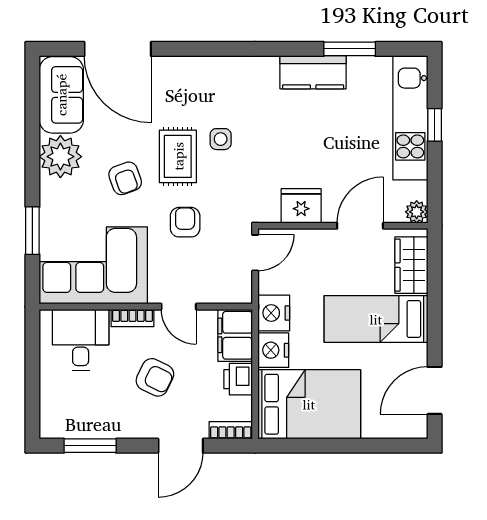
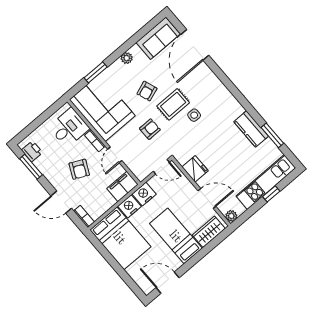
plant: (60, 157) -> (127, 58), width x0.53, depth x0.53
printer: (238, 379) -> (32, 151), moved, turned 90

